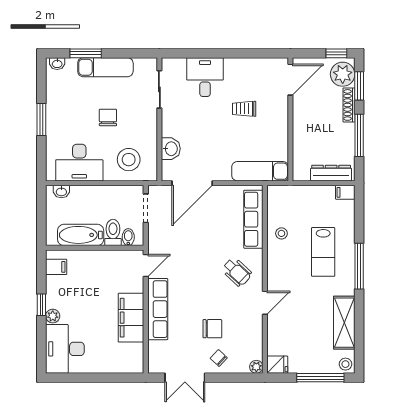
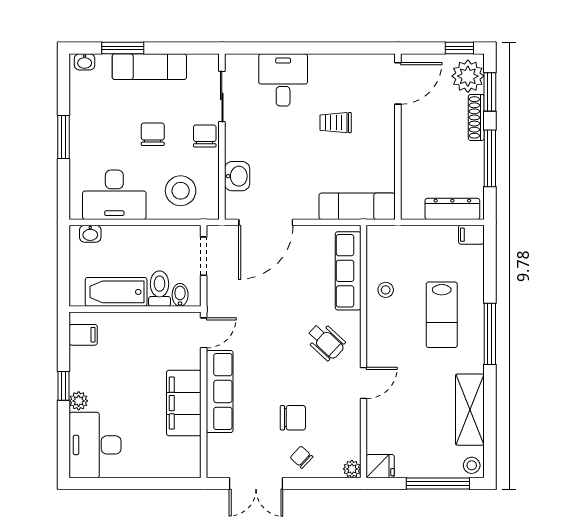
chair: (147, 119) -> (205, 136), added

